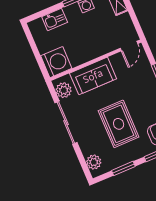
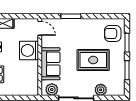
washing machine: (56, 62) -> (29, 50), moved, turned -90
plant: (94, 162) -> (101, 90), moved

